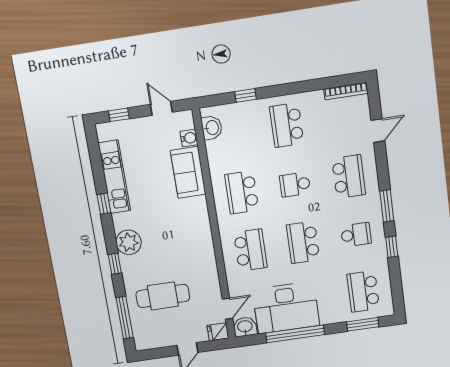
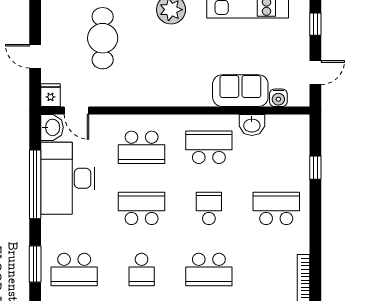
washbasin: (212, 128) -> (252, 125), moved
school desk: (363, 291) -> (74, 269), turned 180

